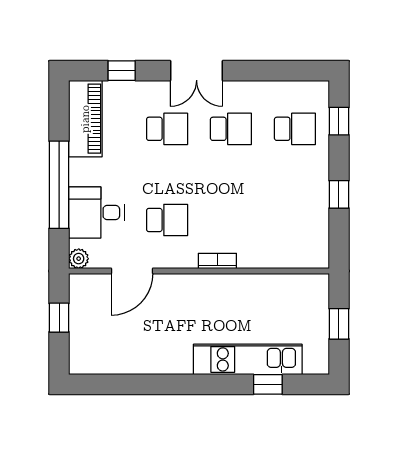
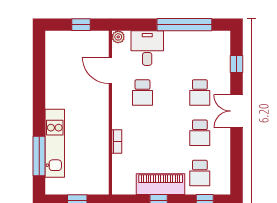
piano: (85, 119) -> (161, 184), moved, turned 180
window: (59, 185) -> (184, 25), moved
bookcase: (217, 261) -> (117, 142), moved
window: (268, 384) -> (39, 156), width x2.17

